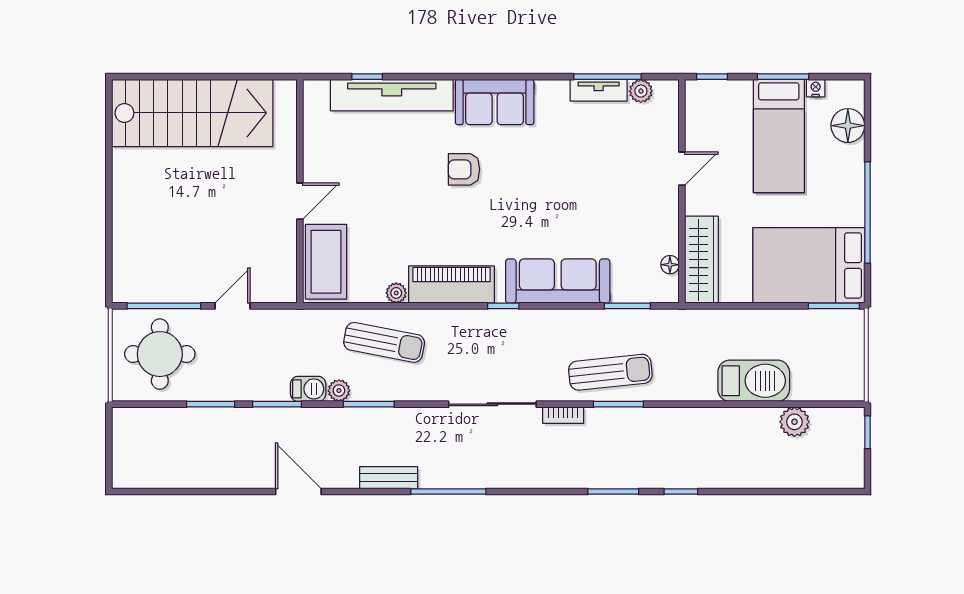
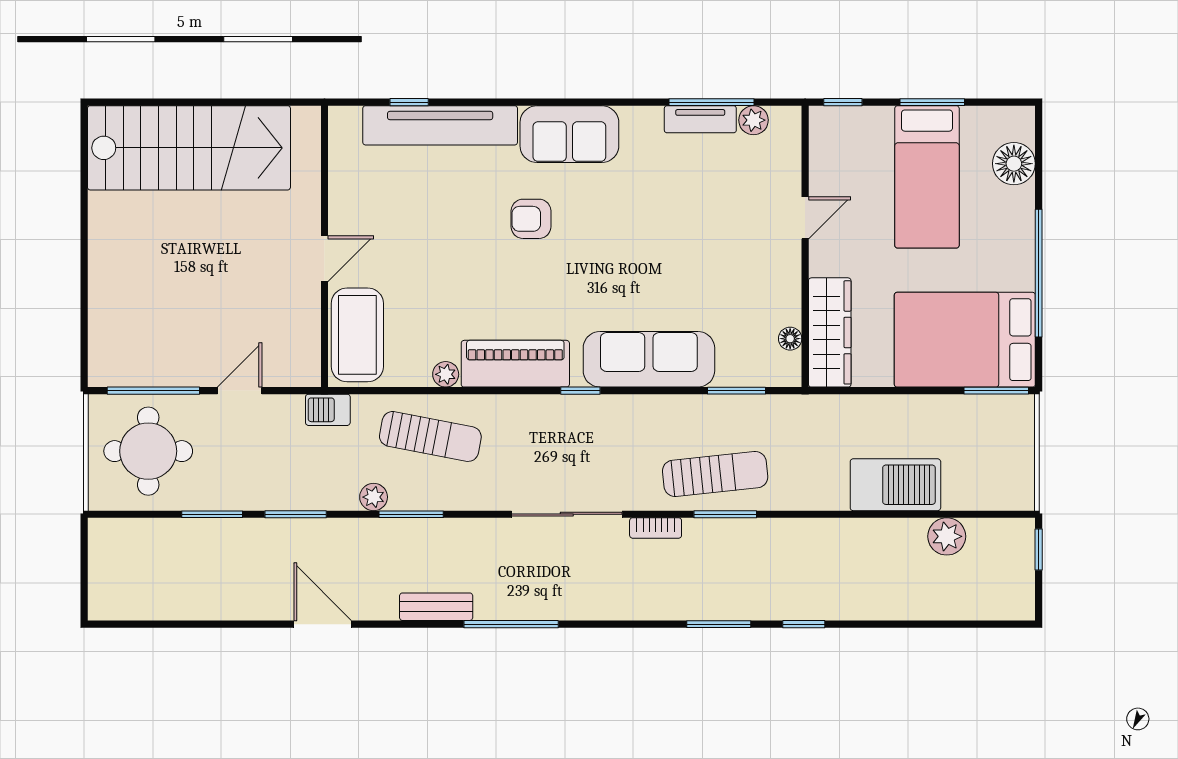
nightstand: (816, 88) -> (973, 117), removed
barbecue: (308, 389) -> (328, 410), moved, turned 180

